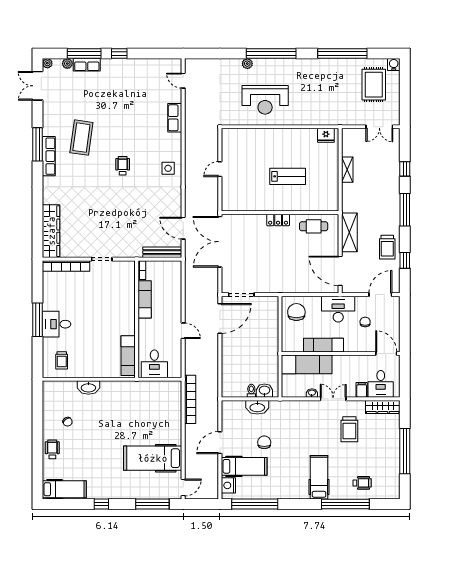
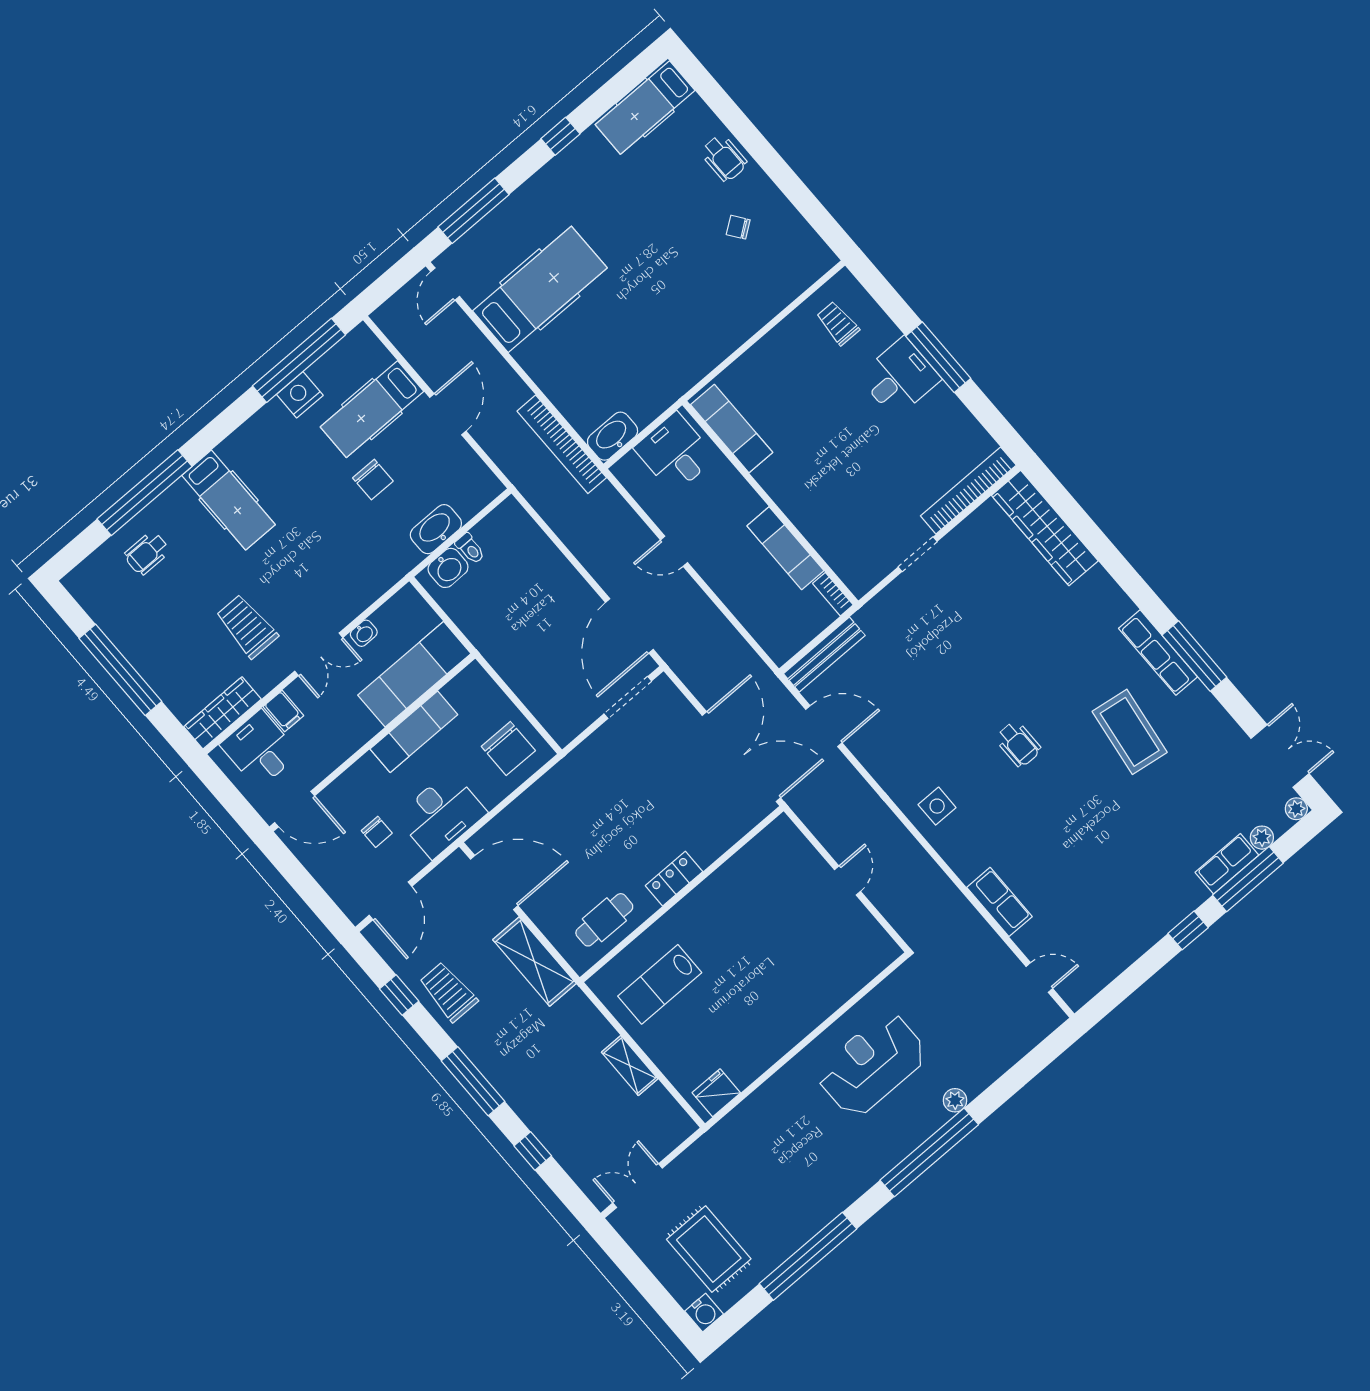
lab bench: (288, 176) -> (660, 984), moved
washbasin: (88, 387) -> (613, 436), moved
nightstand: (228, 485) -> (300, 395), moved, turned -90

